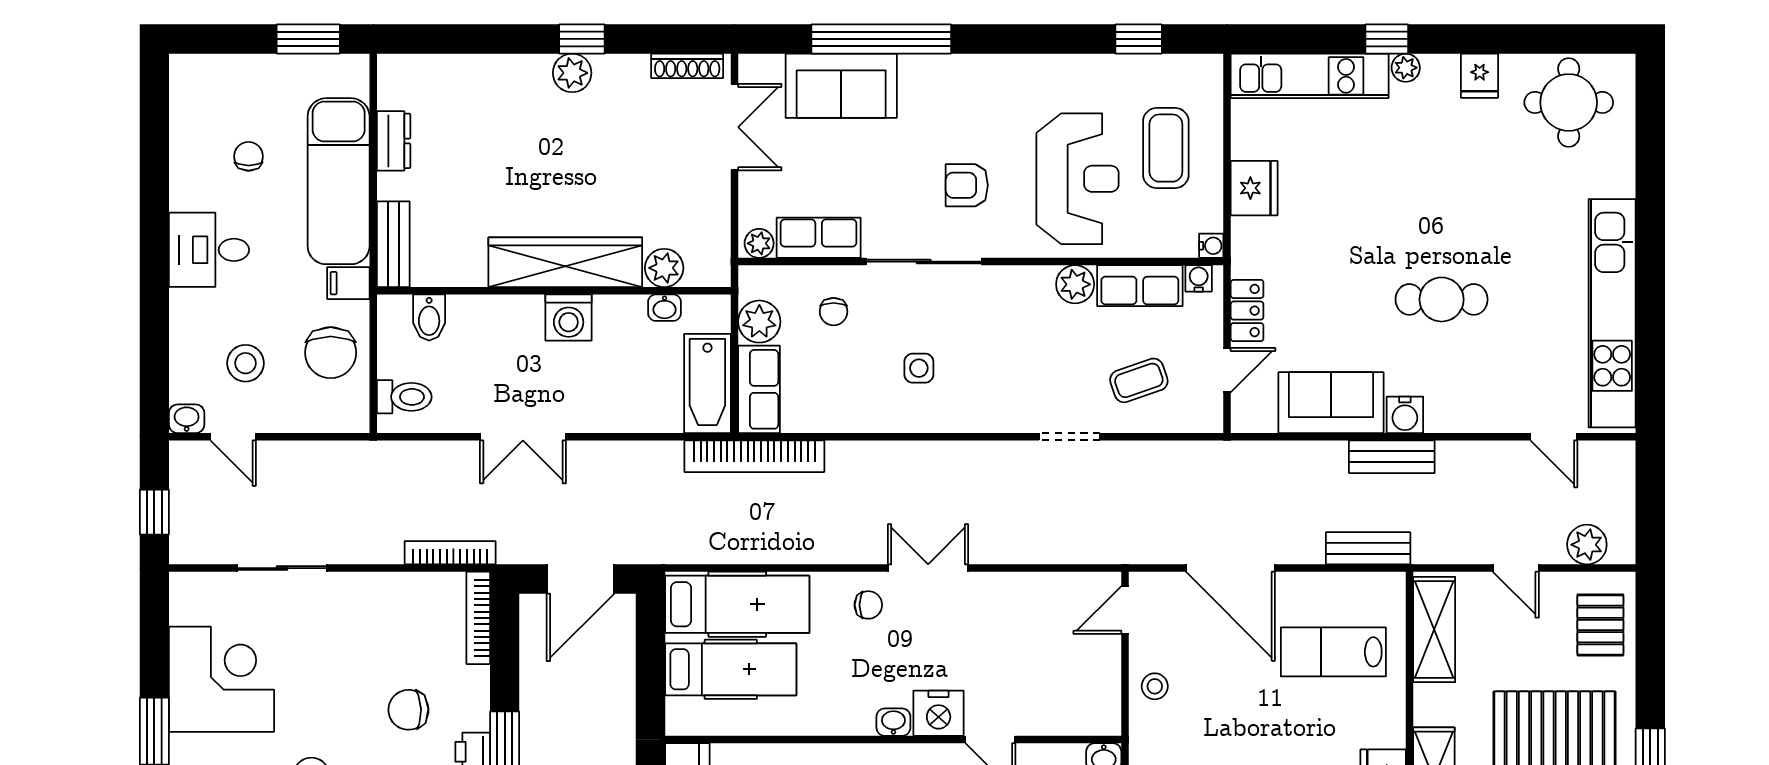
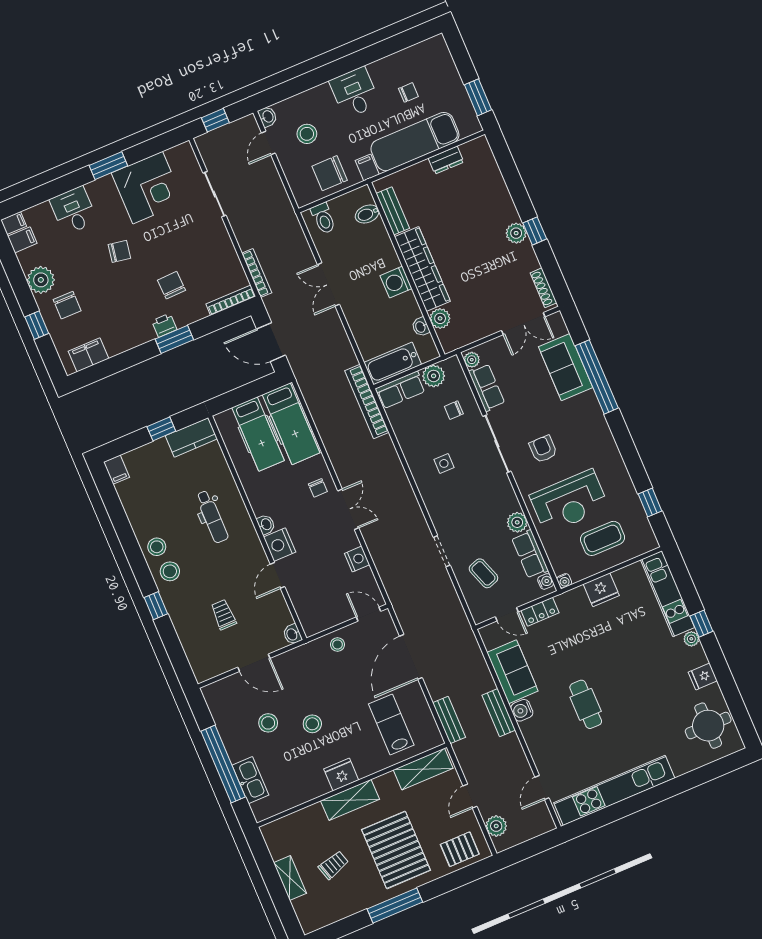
bench: (393, 244) -> (393, 211), moved, turned 90
nightstand: (1021, 589) -> (357, 559), added

